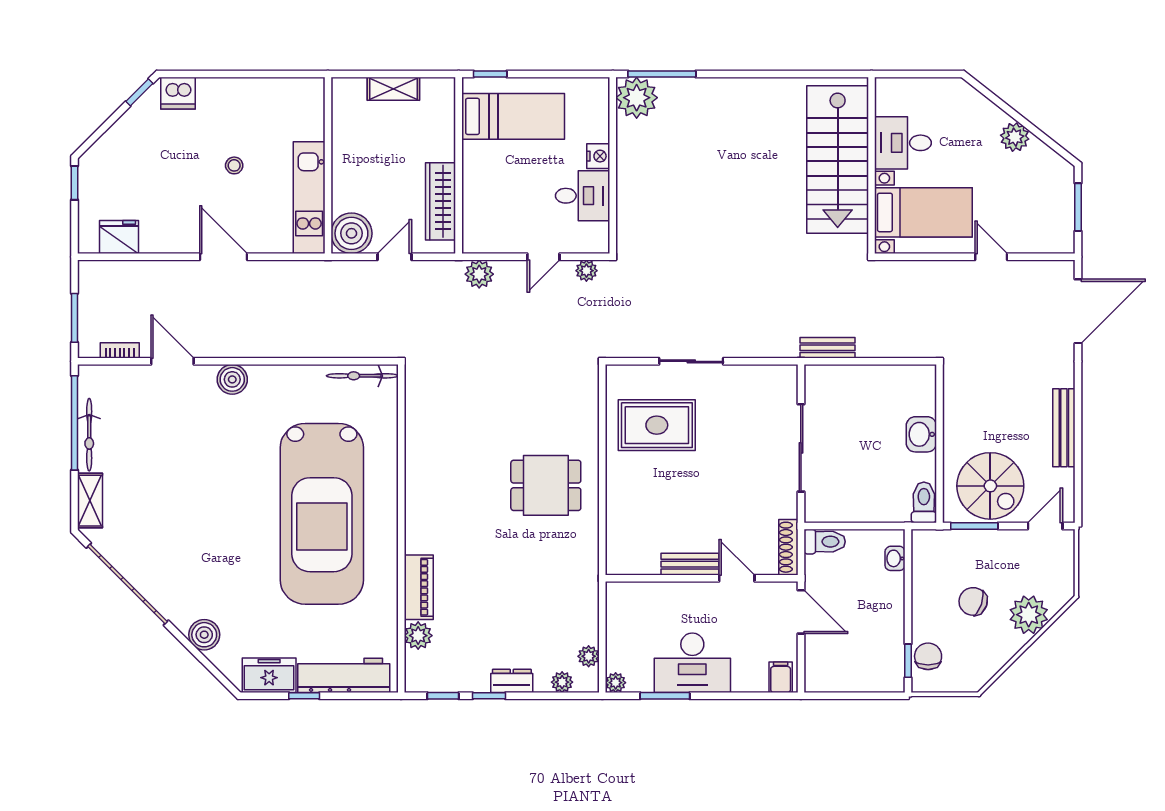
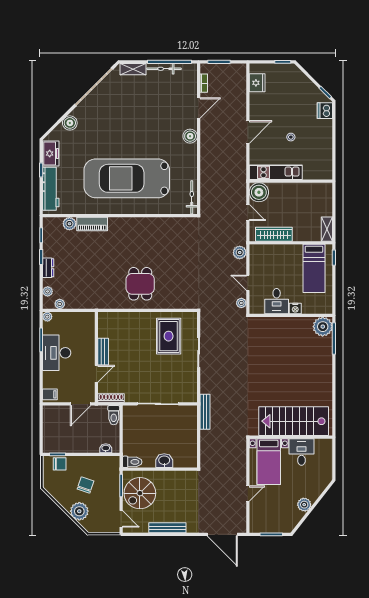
shelving: (393, 89) -> (327, 229), moved
bench: (827, 348) -> (205, 412), width x1.36

